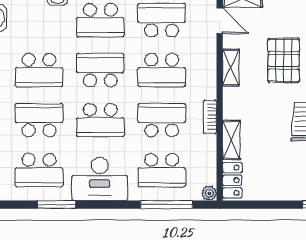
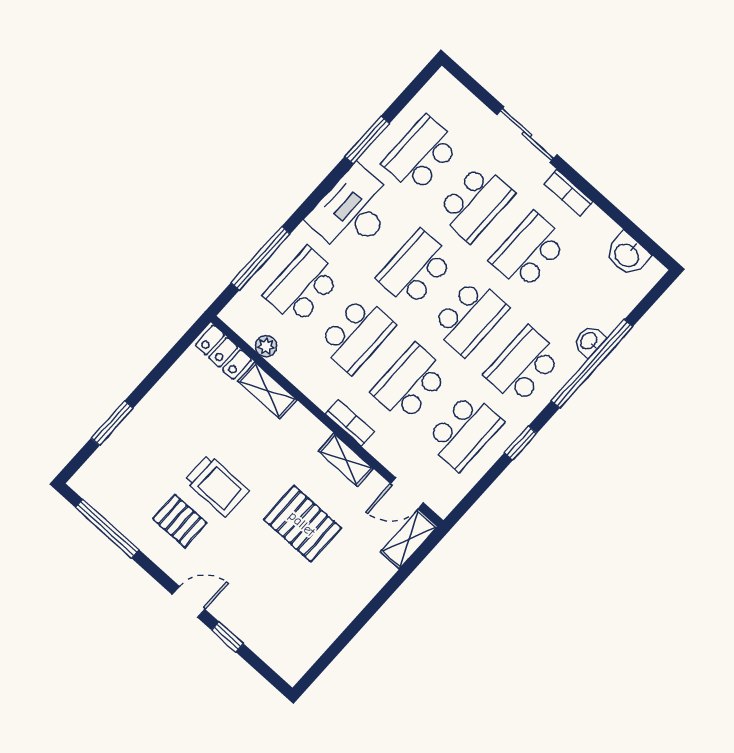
bookcase: (210, 117) -> (350, 423), moved
plant: (209, 193) -> (266, 346), moved

